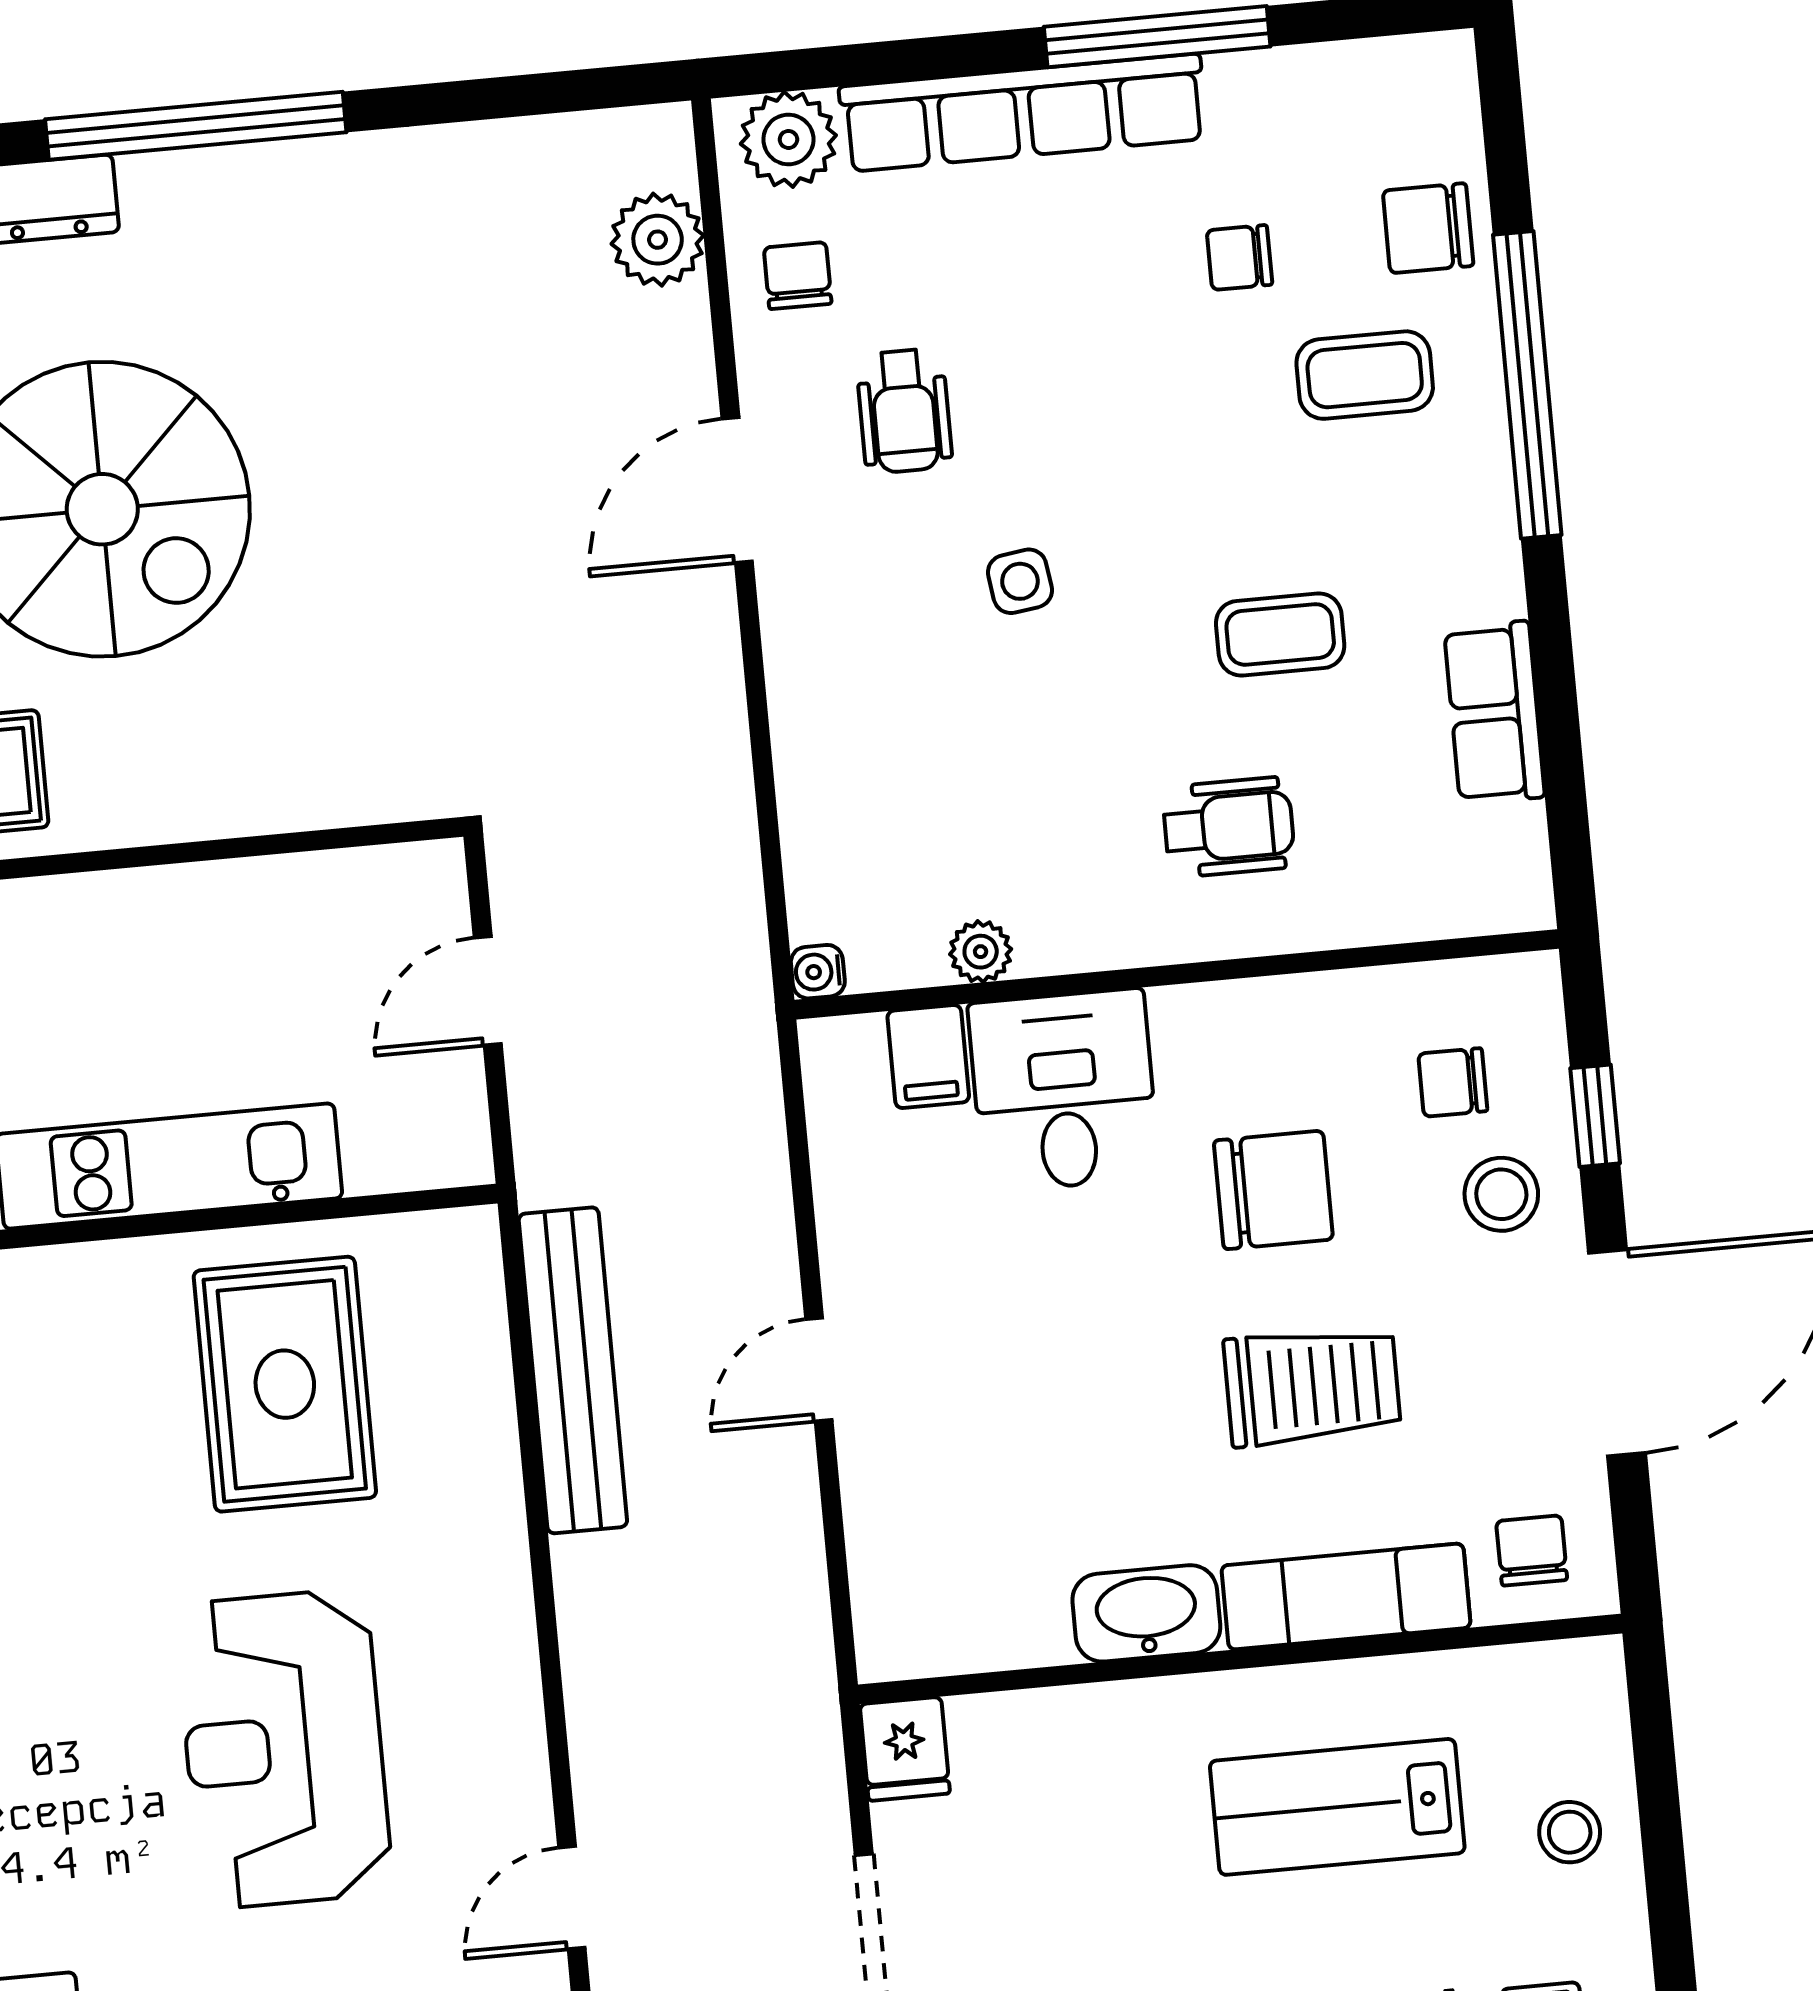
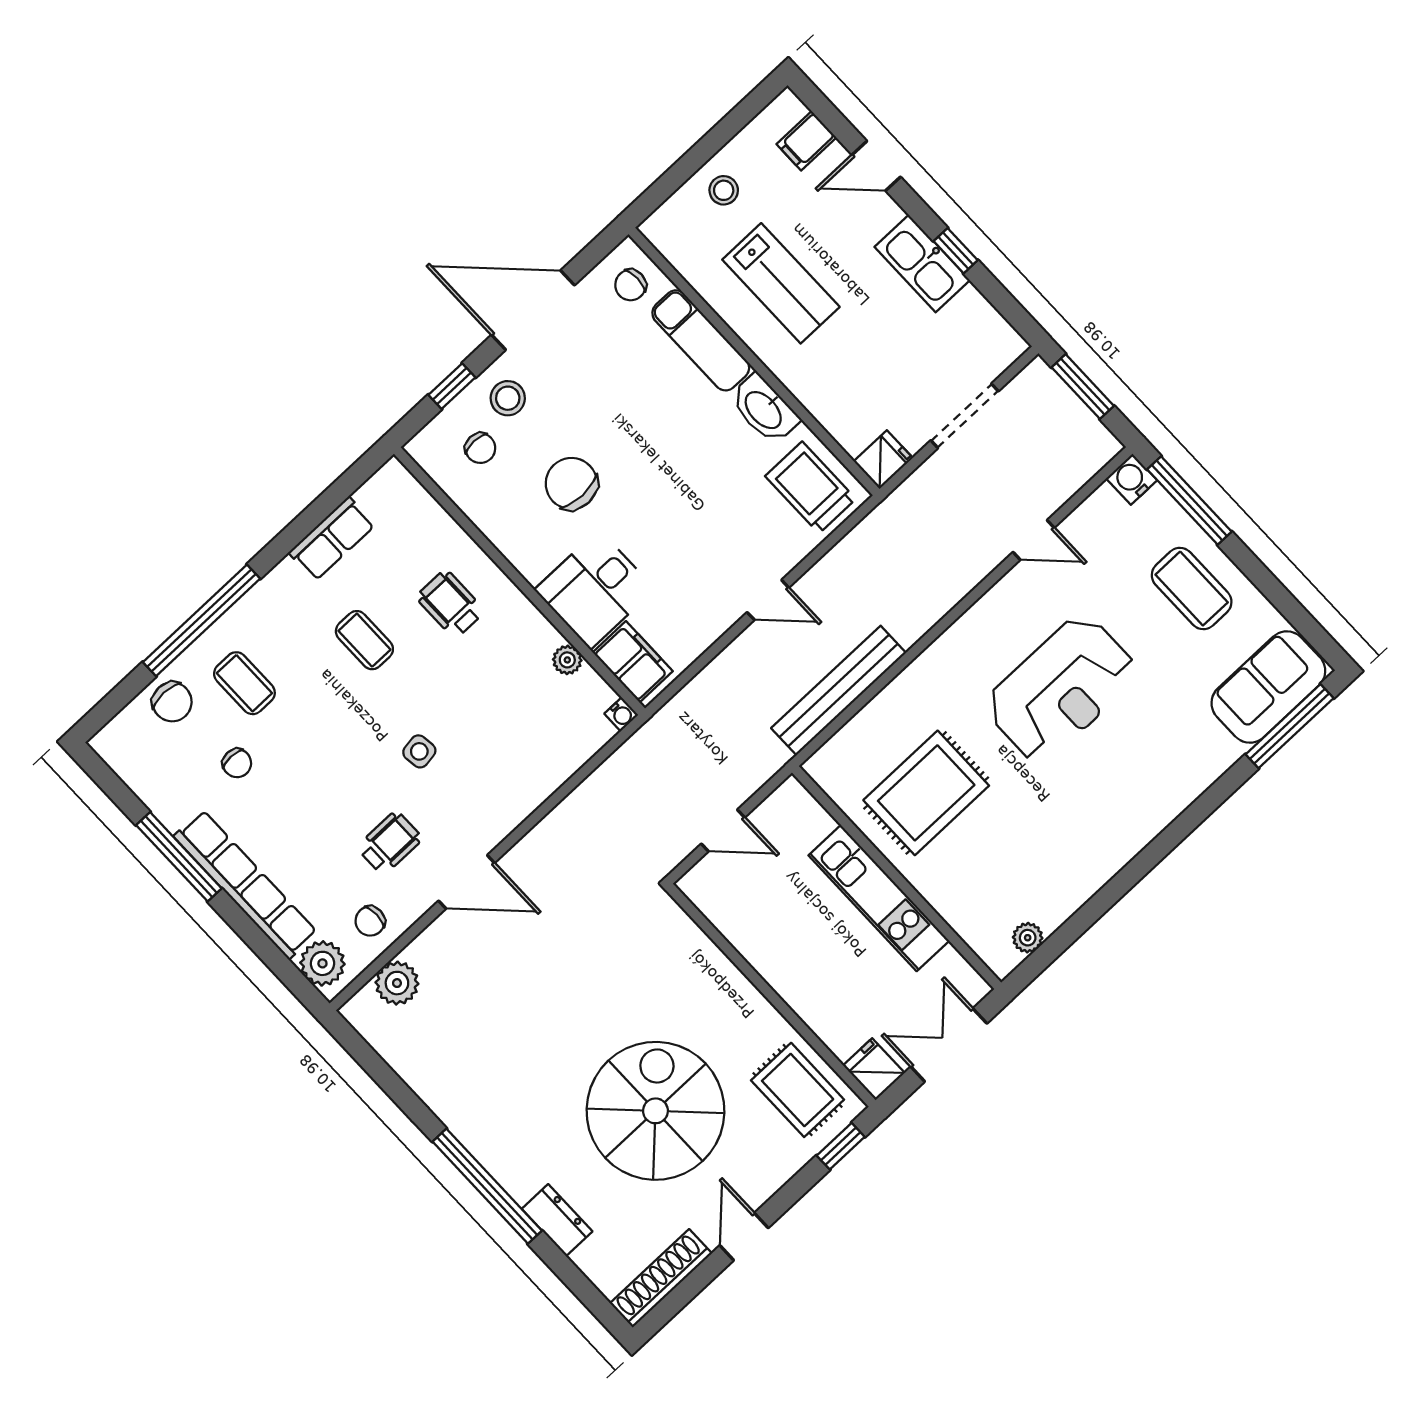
filing cabinet: (928, 1057) -> (633, 662), width x2.00
trolley: (1312, 1386) -> (811, 487), moved

